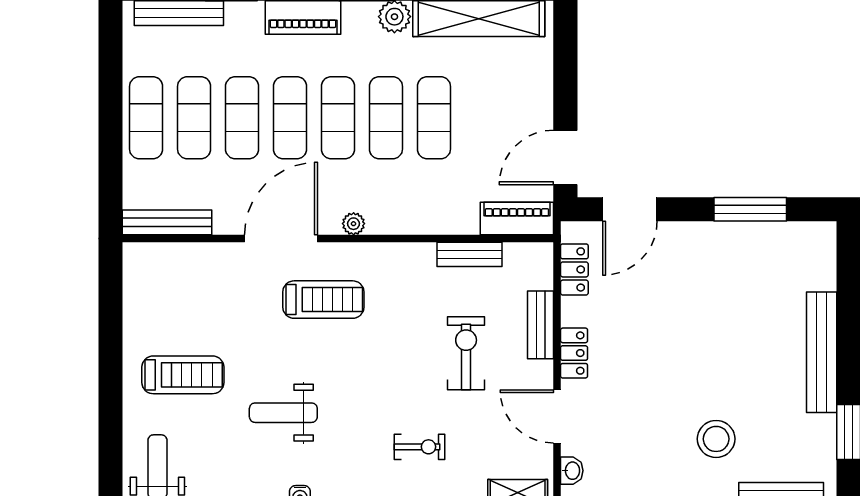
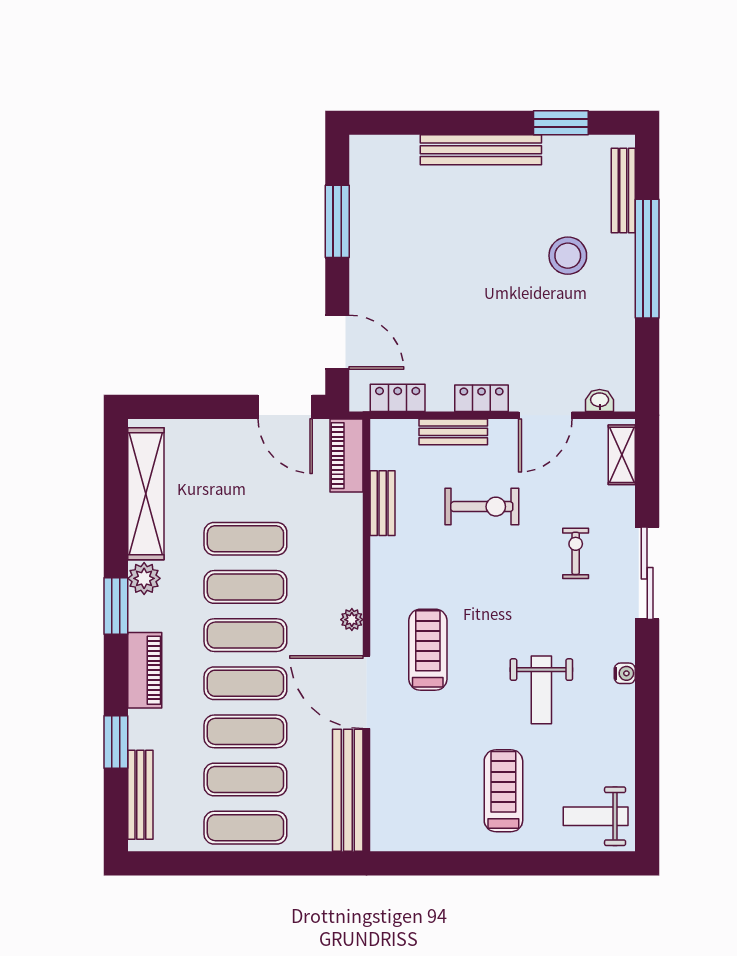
bench: (167, 222) -> (348, 790), width x1.37, depth x1.21
exercise bike: (466, 353) -> (482, 507), turned 180

